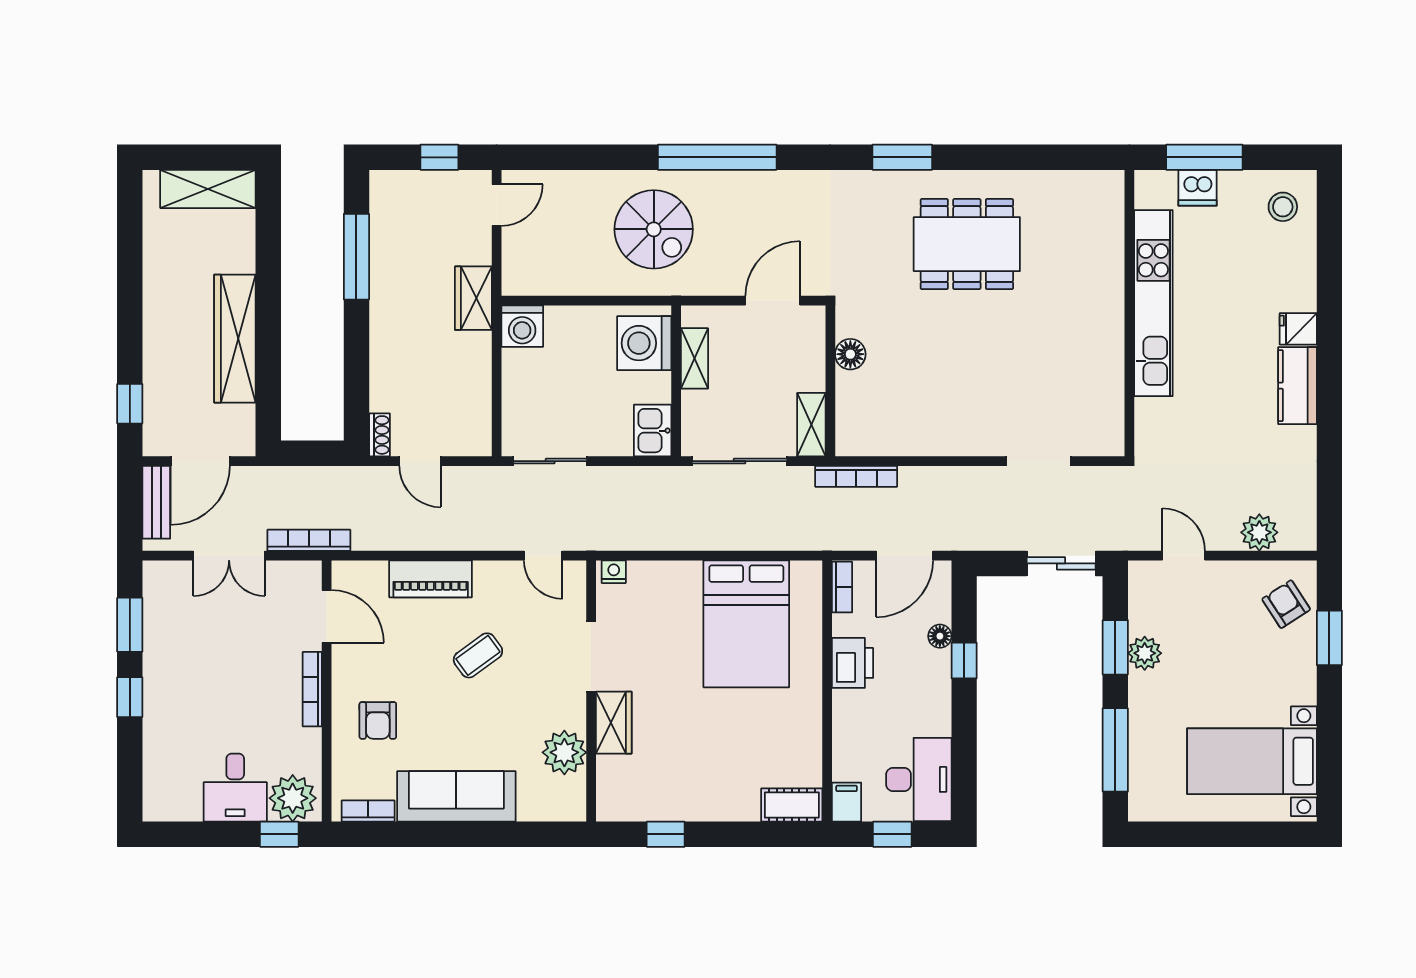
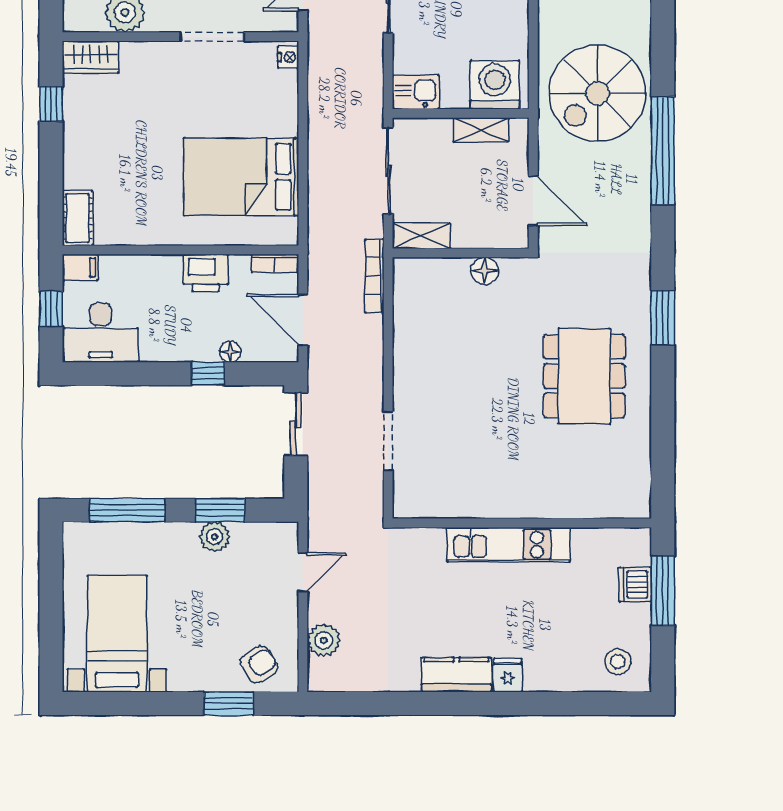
spiral stairs: (654, 229) -> (598, 93), width x1.37, depth x1.37
kitchen unit: (1153, 303) -> (509, 545), width x0.73
sliding door: (1061, 563) -> (296, 424), moved
wardrobe: (614, 723) -> (90, 57), moved

